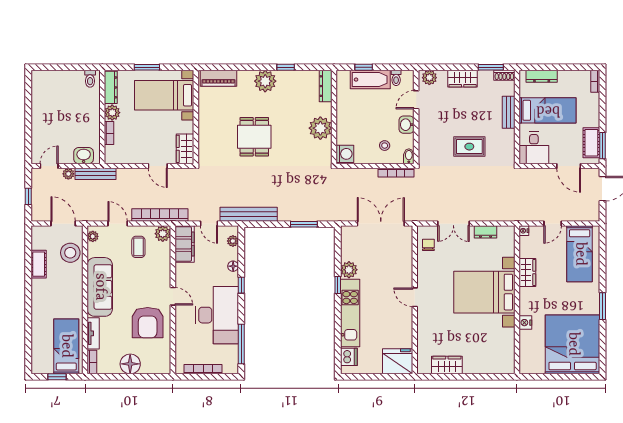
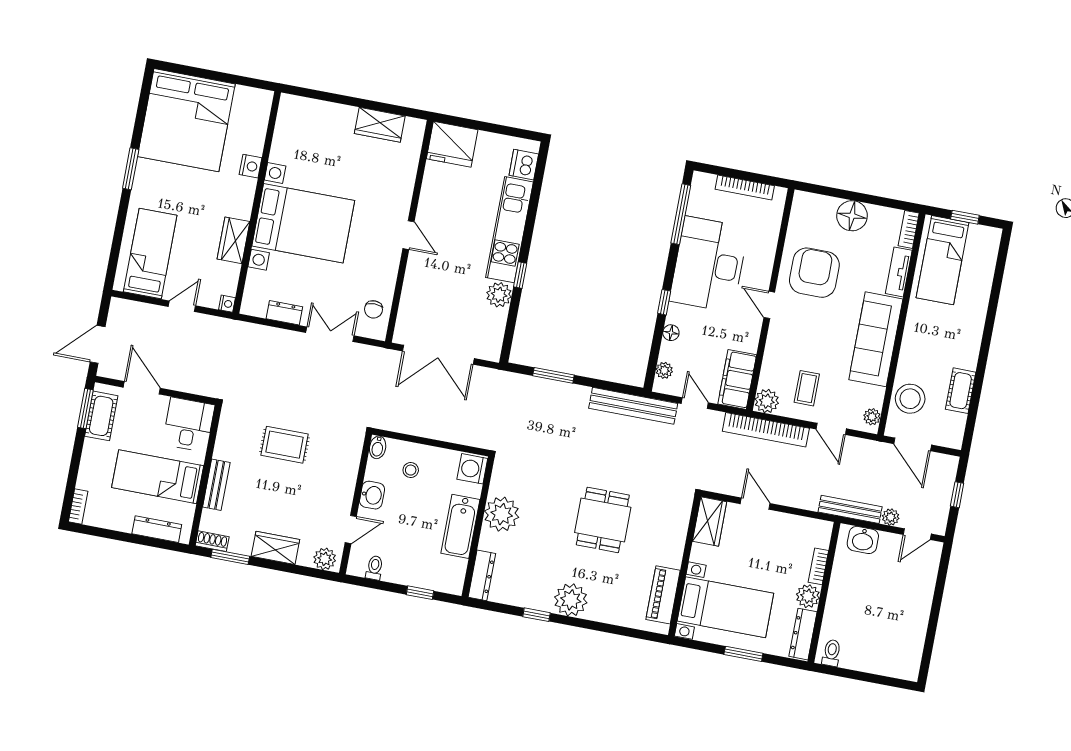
piano: (218, 78) -> (663, 595), moved, turned -90
bathtub: (370, 80) -> (460, 526), moved, turned -90
bookcase: (396, 173) -> (401, 426), removed

